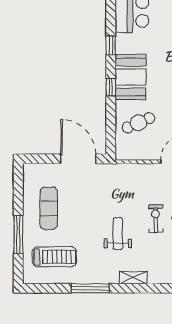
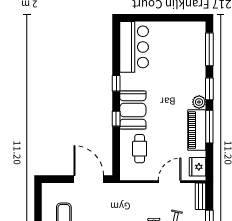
cafe table: (138, 123) -> (140, 149), turned -66

